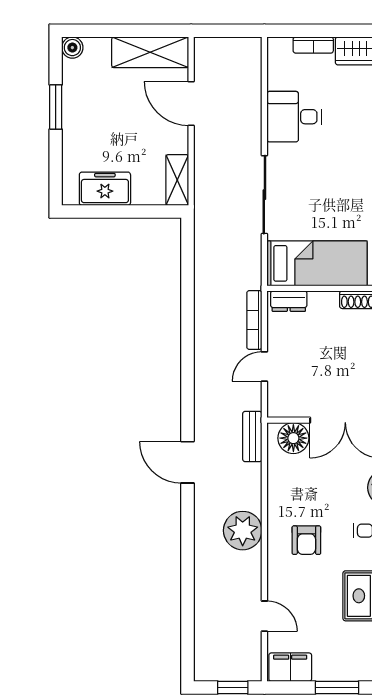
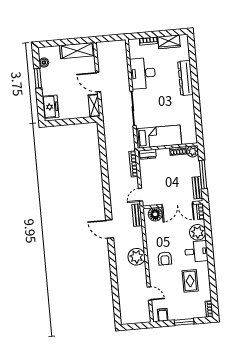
boiler: (72, 48) -> (44, 63), moved
door: (191, 103) -> (98, 82), moved
desk: (294, 117) -> (143, 73), width x1.37
freezer: (105, 189) -> (50, 107), moved, turned 90
door: (264, 366) -> (141, 195), moved
filing cabinet: (290, 667) -> (163, 315), width x0.50
window: (233, 687) -> (138, 326), removed

